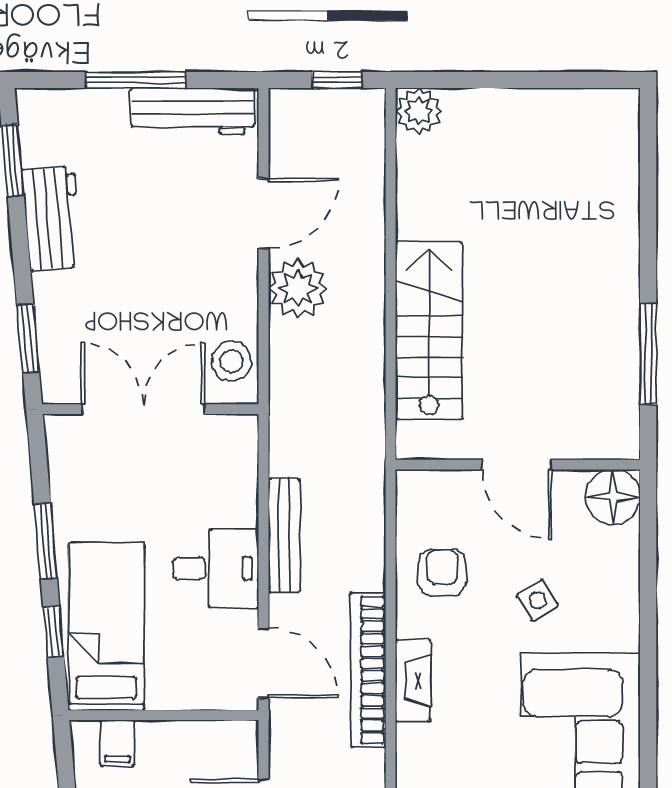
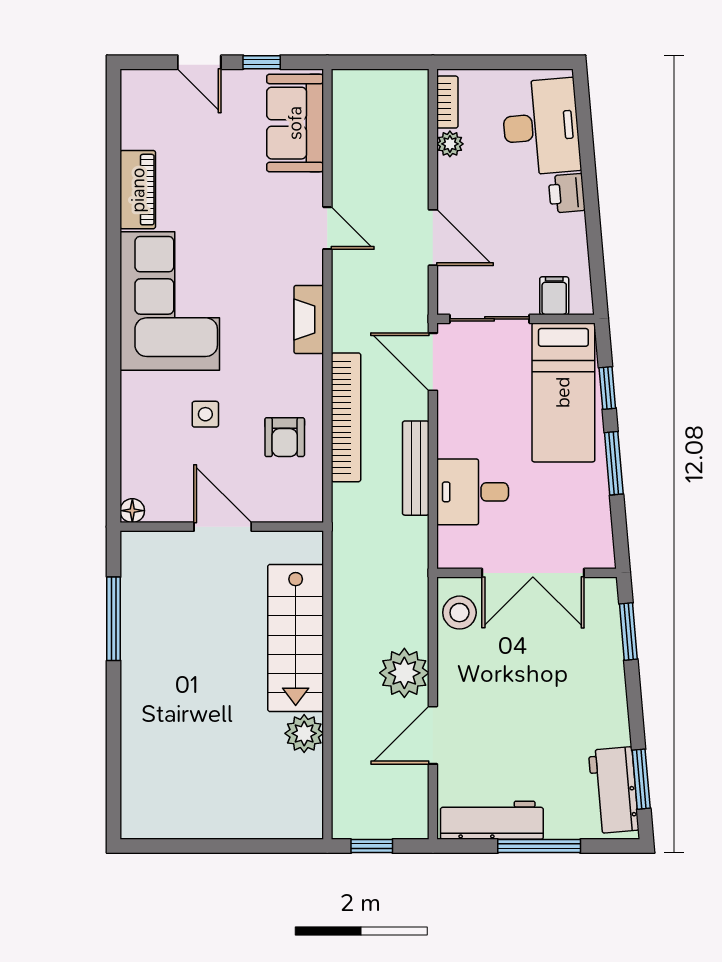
plant: (419, 111) -> (304, 733), moved
workbench: (52, 218) -> (614, 790), moved
floor lamp: (613, 497) -> (132, 511), width x0.53, depth x0.53
desk: (216, 568) -> (473, 492), moved
side table: (538, 600) -> (205, 414), turned 33
bookcase: (368, 670) -> (346, 417), moved
fireplace: (413, 681) -> (309, 320), moved
sliding door: (195, 715) -> (489, 319), added

